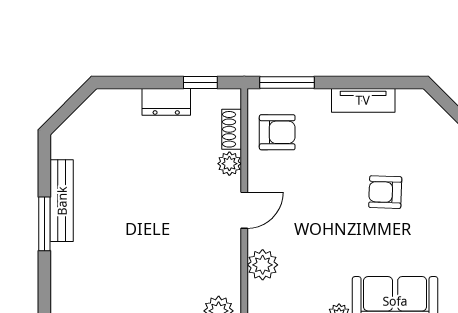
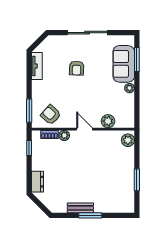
tv unit: (363, 100) -> (37, 66), moved
dresser: (166, 102) -> (38, 182), moved
armchair: (277, 132) -> (51, 115), turned -48
bench: (62, 201) -> (80, 208), width x0.73

